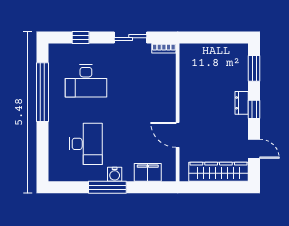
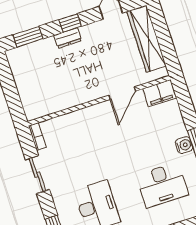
desk: (86, 144) -> (162, 185), turned 180
filing cabinet: (148, 172) -> (160, 93), moved, turned -90

